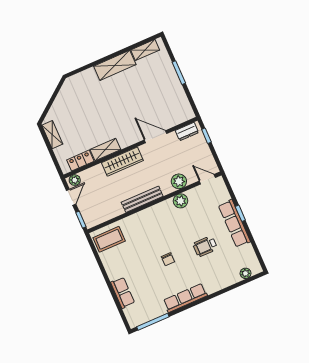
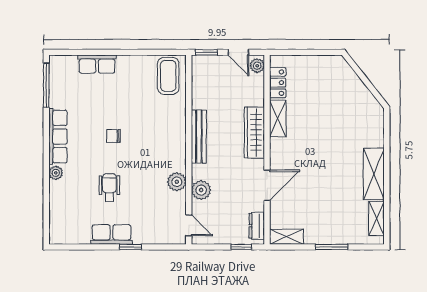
shelving: (52, 135) -> (286, 237), moved
door: (207, 179) -> (189, 225), hinge flipped
row of seats: (234, 223) -> (112, 234), width x0.68
plant: (245, 273) -> (56, 173), moved

